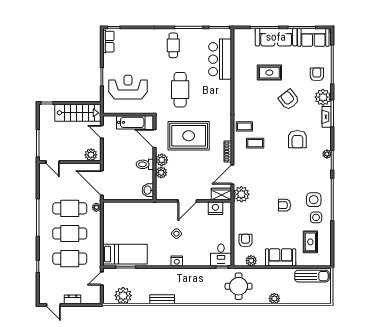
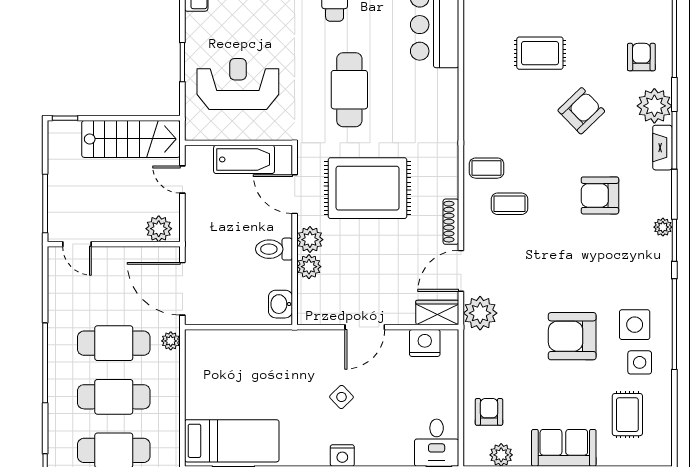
armchair: (289, 100) -> (581, 111), turned 84
armchair: (297, 139) -> (600, 195), turned 90
armchair: (284, 205) -> (572, 336), width x1.88, depth x1.88

